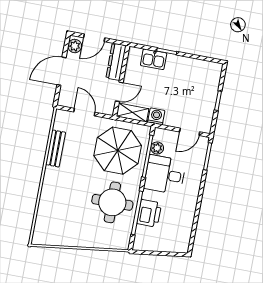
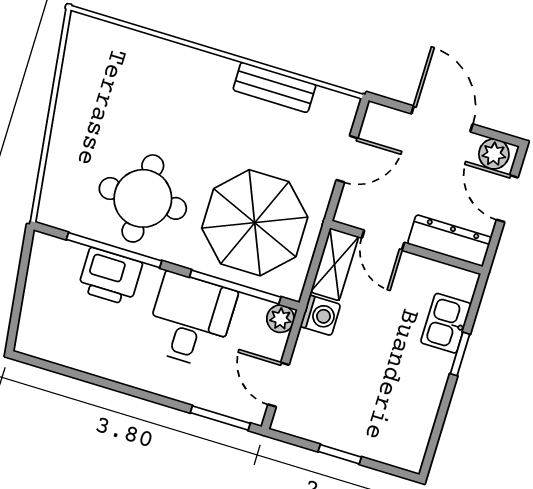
plant: (157, 148) -> (280, 319), moved

